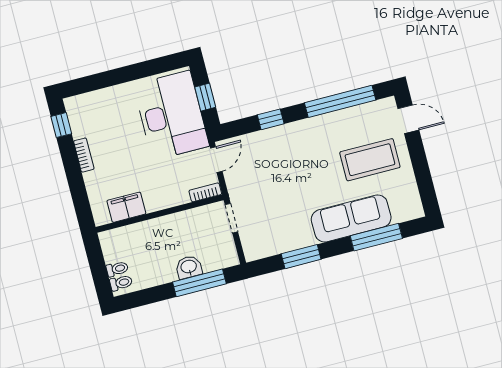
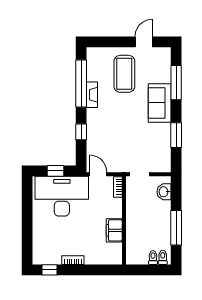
door: (408, 119) -> (144, 42), moved
fireplace: (328, 121) -> (92, 95), added
filing cabinet: (126, 207) -> (114, 230), moved
sofa: (351, 218) -> (160, 103), width x0.73
washbasin: (189, 267) -> (164, 192), moved
window: (199, 283) -> (176, 228), moved

